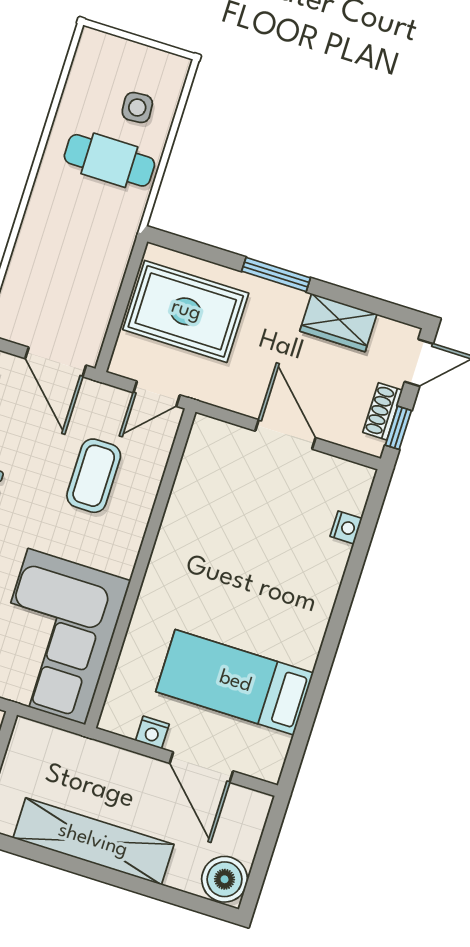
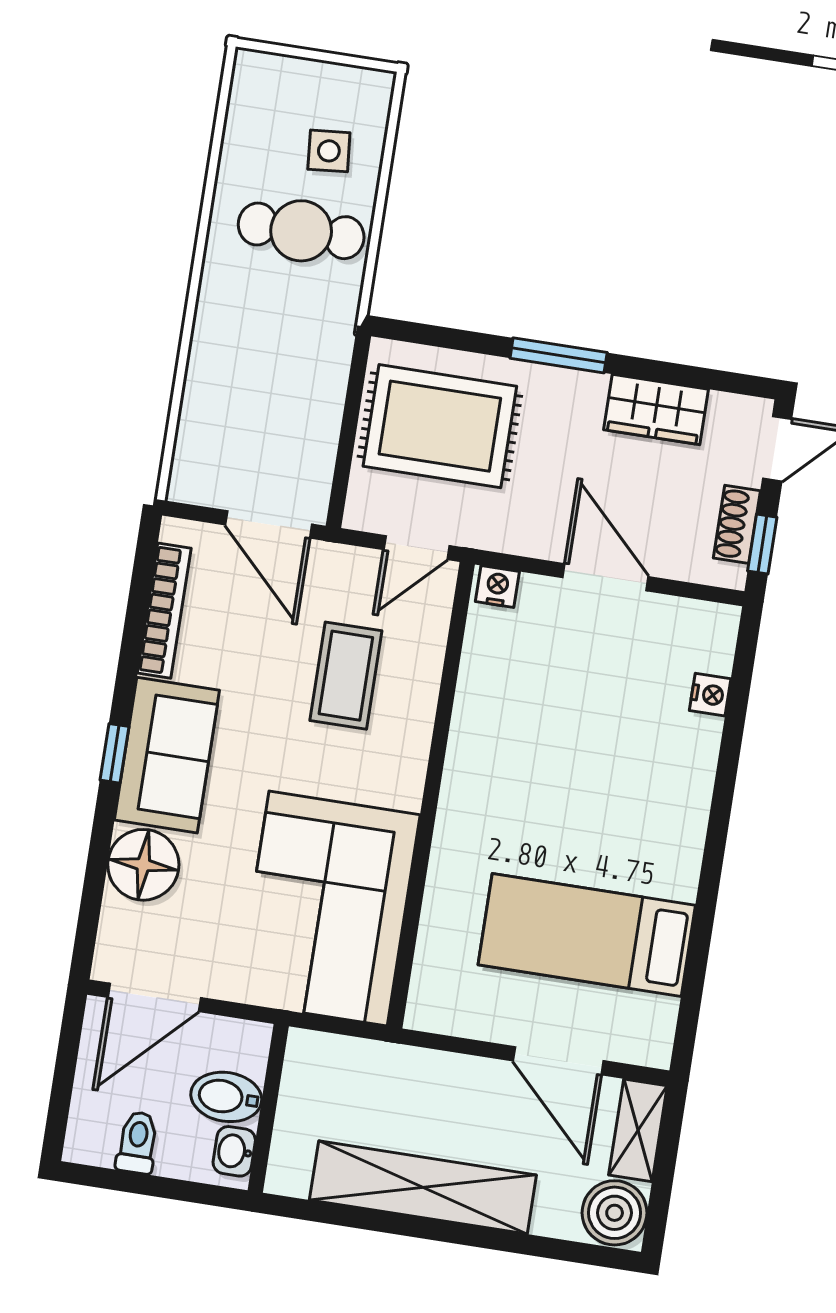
nightstand: (152, 732) -> (497, 587), moved, turned 180
shelving: (250, 824) -> (638, 1130), added

